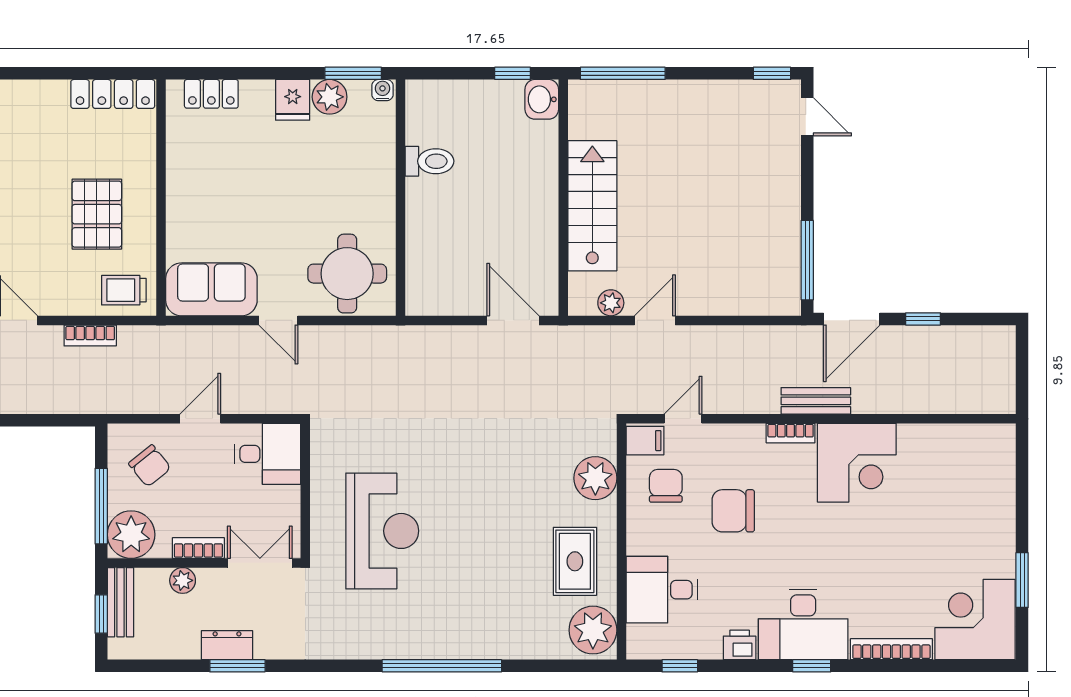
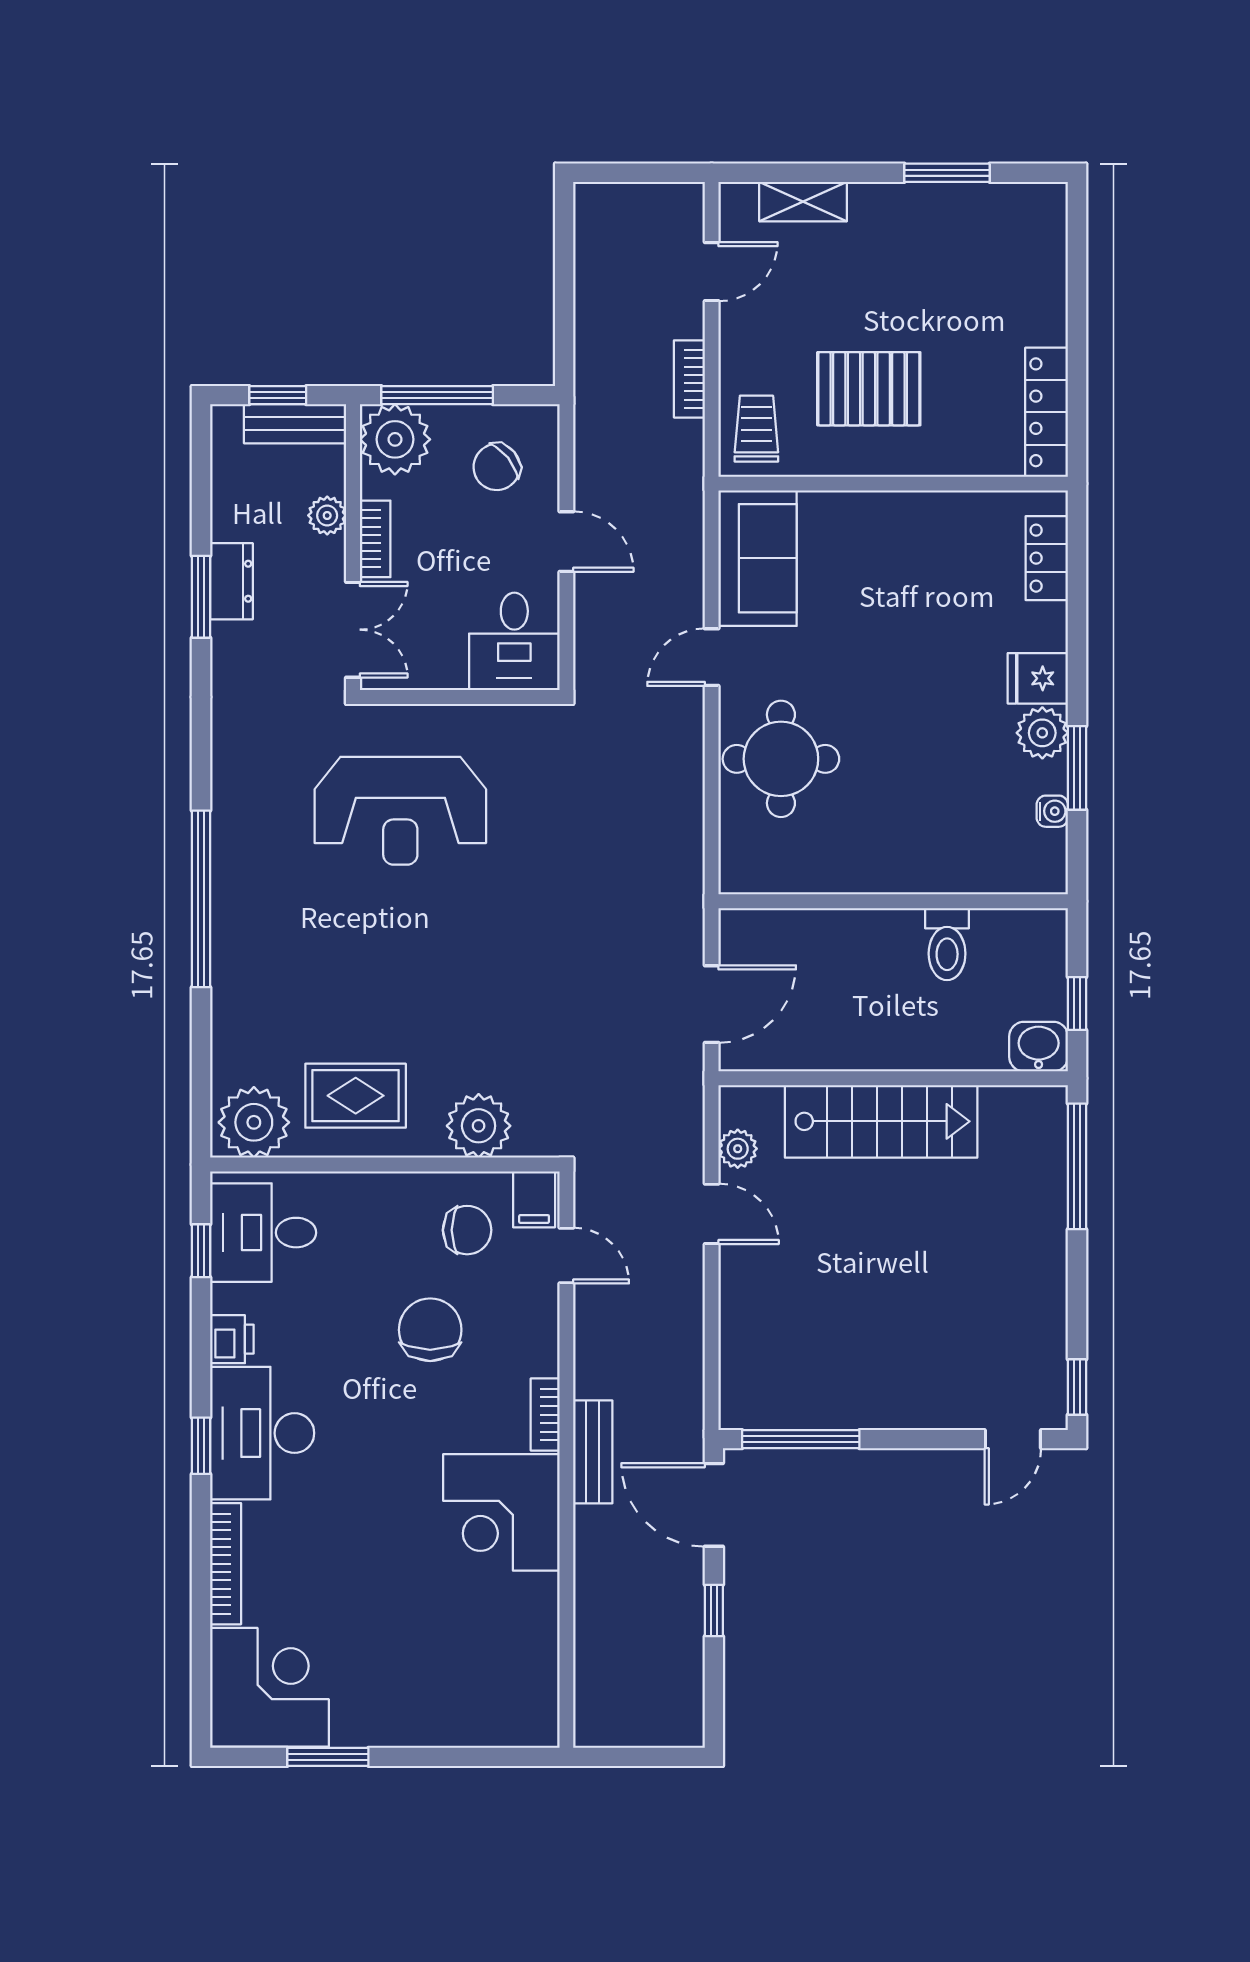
toilet: (429, 161) -> (947, 944), moved
wall: (400, 198) -> (893, 901), moved
desk: (662, 590) -> (263, 1233), moved, turned -90

